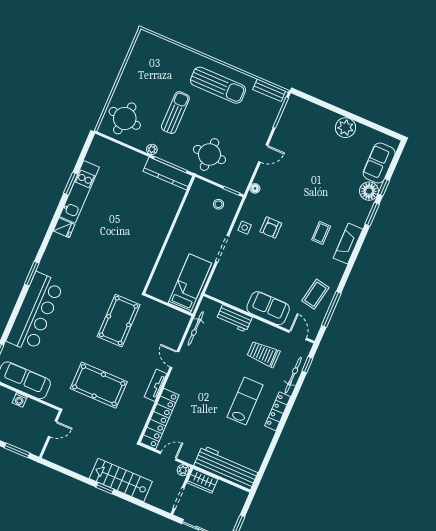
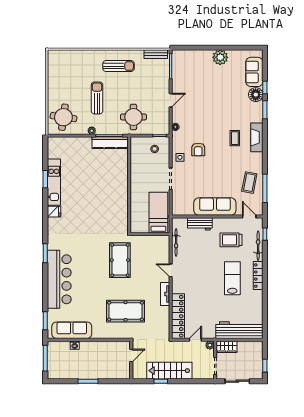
sun lounger: (218, 85) -> (119, 66), width x0.73, depth x0.75
sofa: (268, 308) -> (215, 207), width x1.36
door: (53, 429) -> (131, 355), moved
wall: (50, 434) -> (131, 360), moved

